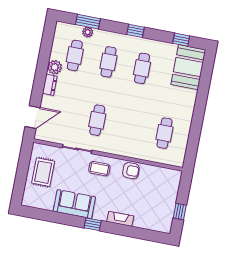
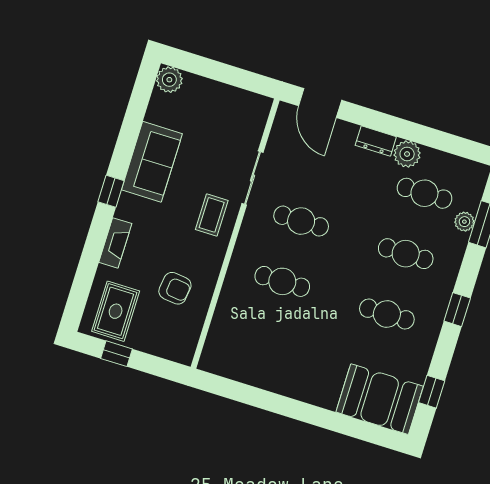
cafe table: (165, 133) -> (282, 281), moved
armchair: (131, 171) -> (175, 288), moved, turned -83
rug: (43, 172) -> (116, 311), moved, turned 90
plant: (29, 200) -> (169, 80), added

